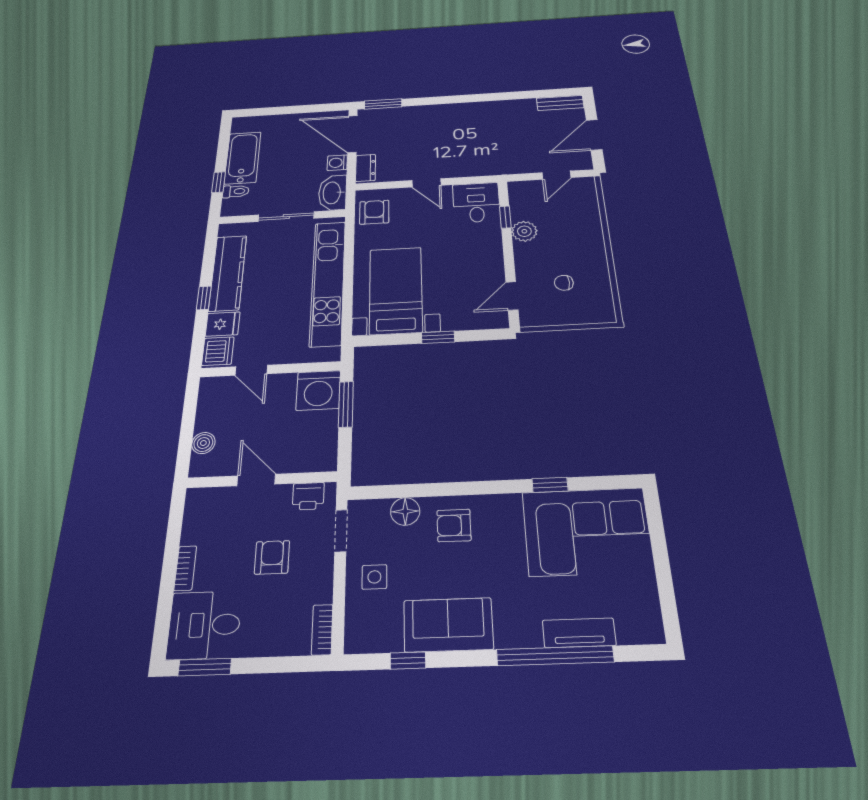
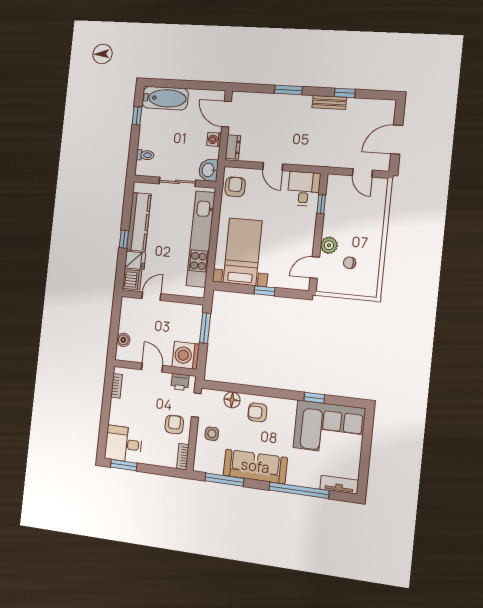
window: (512, 96) -> (345, 93), added
bench: (560, 103) -> (329, 102), moved
window: (383, 104) -> (288, 90), moved
door: (352, 134) -> (227, 114), width x0.73
bathtub: (243, 158) -> (165, 98), moved, turned 90
door: (556, 175) -> (362, 173), hinge flipped
window: (219, 182) -> (137, 116), moved
washbasin: (332, 193) -> (208, 170), width x0.72
plant: (524, 231) -> (329, 245), moved
door: (251, 370) -> (151, 296), swing flipped
washing machine: (318, 390) -> (186, 355), moved, turned 90
armchair: (272, 557) -> (174, 424), moved
bookcase: (185, 568) -> (117, 386), moved
sofa: (448, 625) -> (255, 466), width x1.36
tv unit: (579, 633) -> (339, 485), moved
window: (408, 661) -> (224, 480), width x2.17

